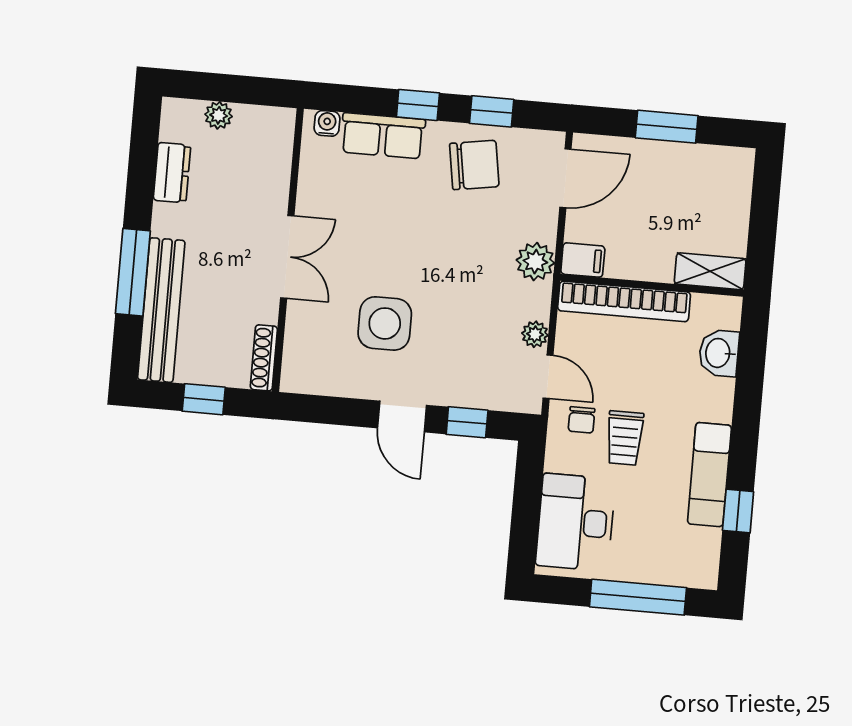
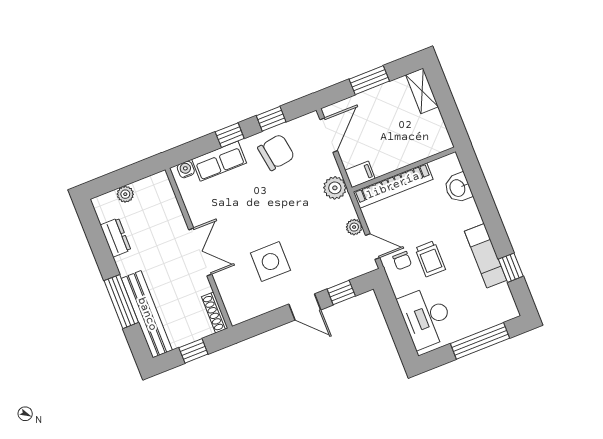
shelving: (710, 271) -> (422, 91), moved, turned 90

